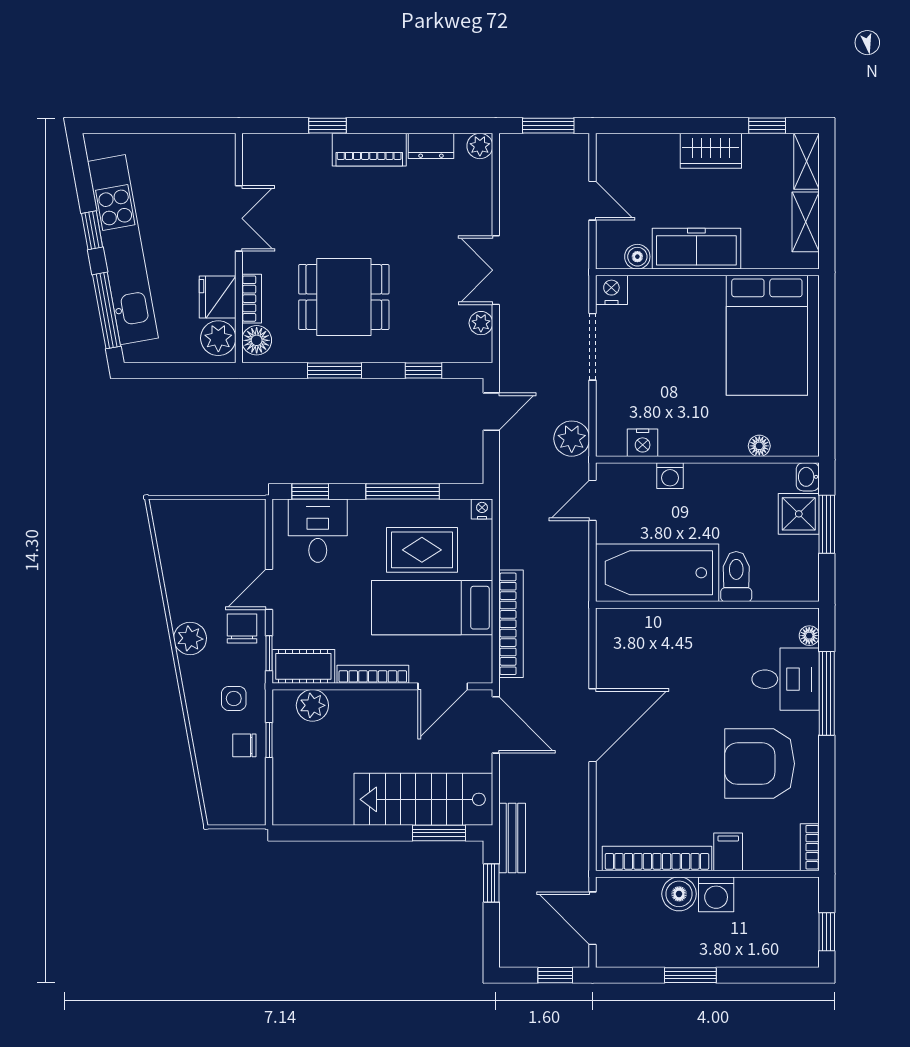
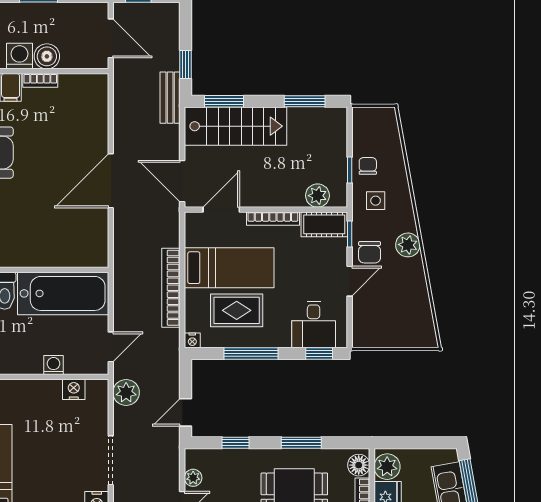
bookcase: (511, 624) -> (171, 288), moved
chair: (244, 745) -> (368, 166), turned -90
window: (330, 833) -> (305, 101), added
bookcase: (657, 858) -> (40, 80), width x0.43, depth x0.76

